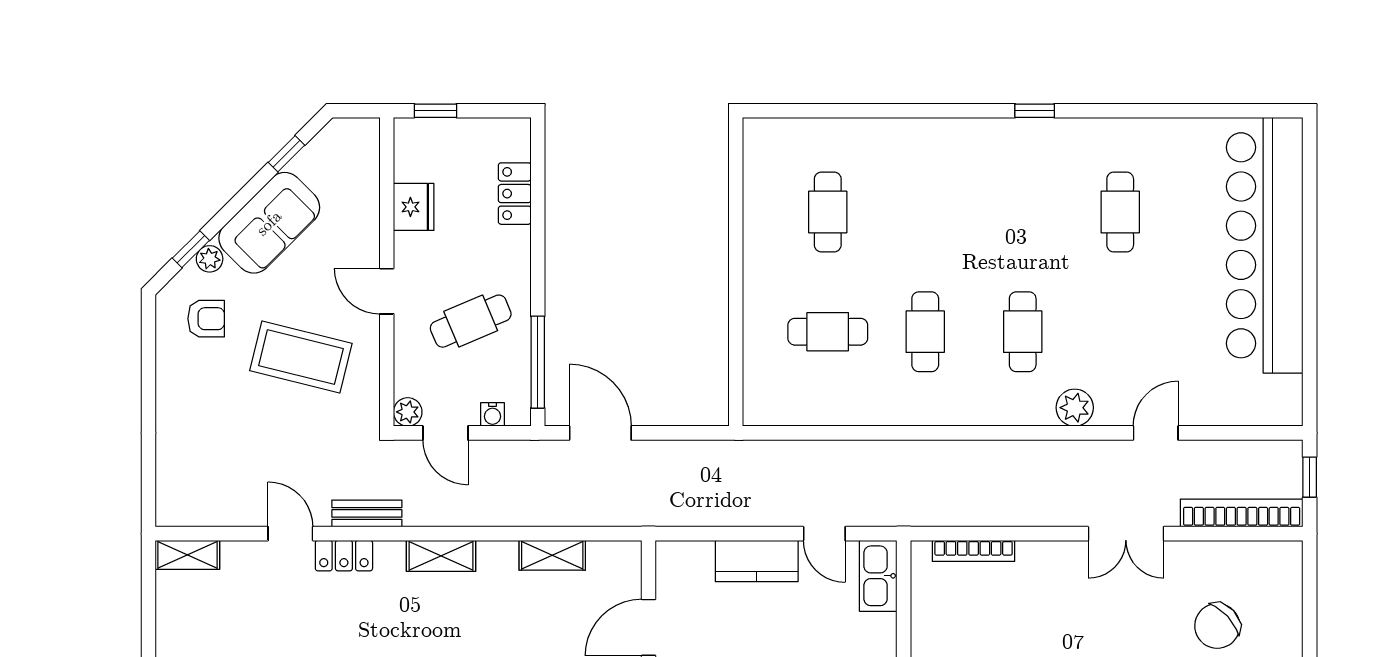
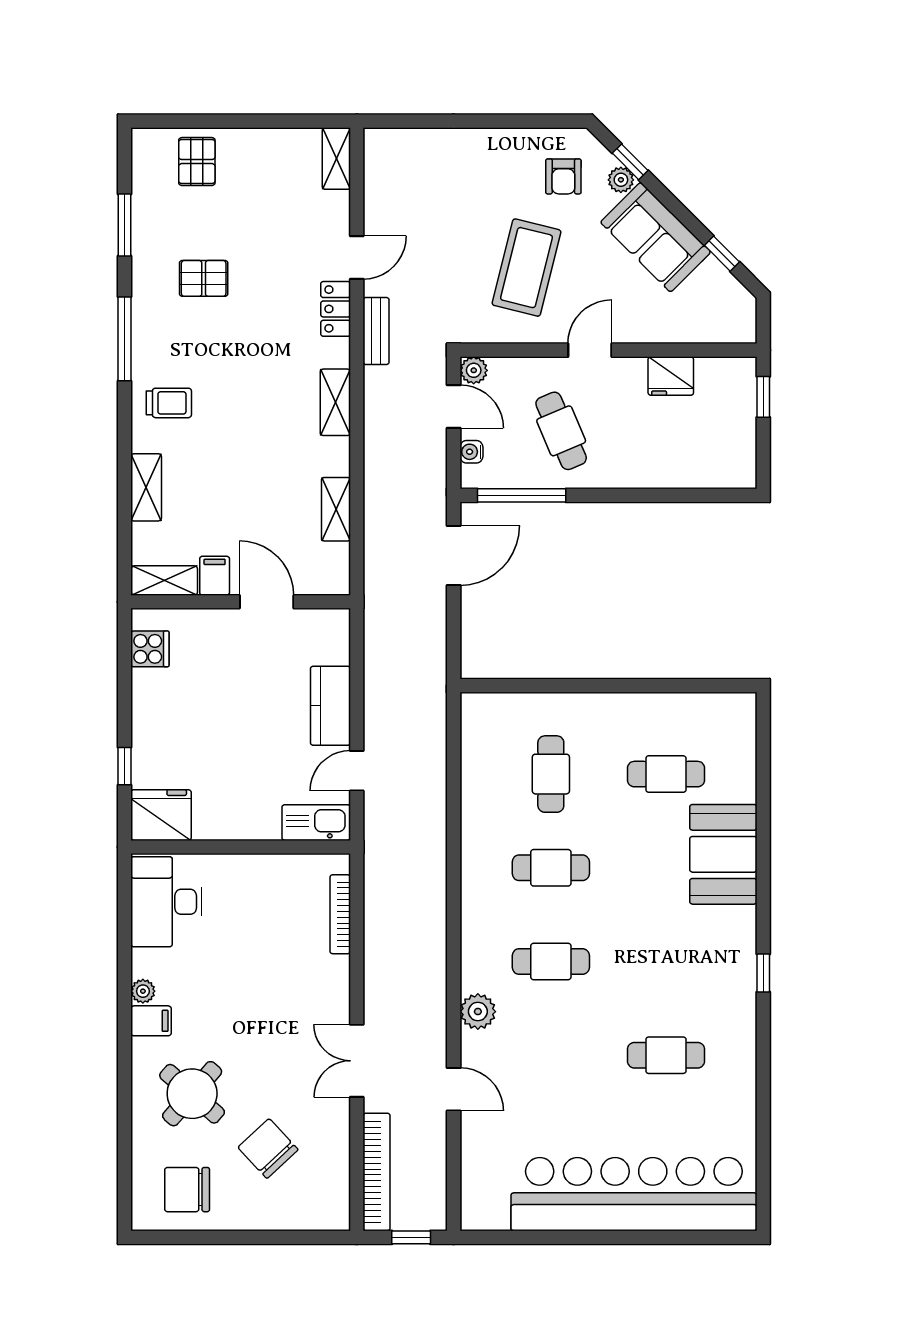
booth: (911, 152) -> (723, 854), added
locker: (515, 194) -> (684, 473), removed
door: (445, 433) -> (454, 407), swing flipped

